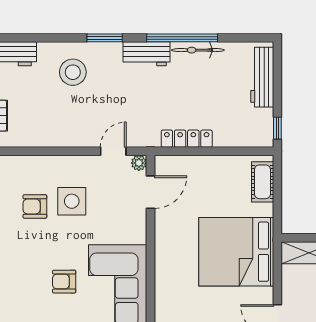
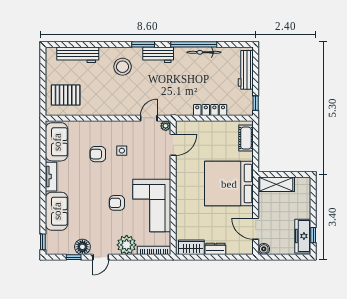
workbench: (147, 54) -> (158, 55), moved
locker: (187, 139) -> (210, 110), moved
side table: (72, 201) -> (122, 151), width x0.54, depth x0.54

